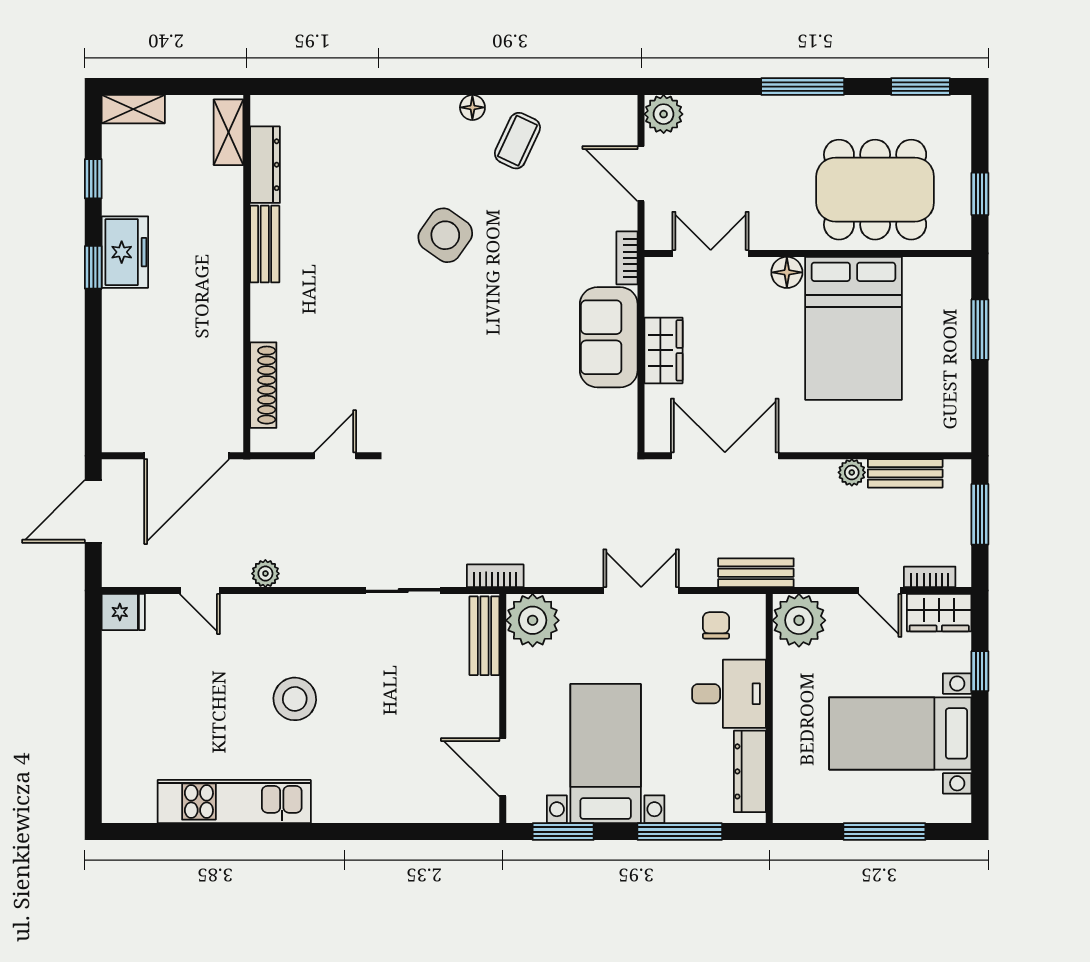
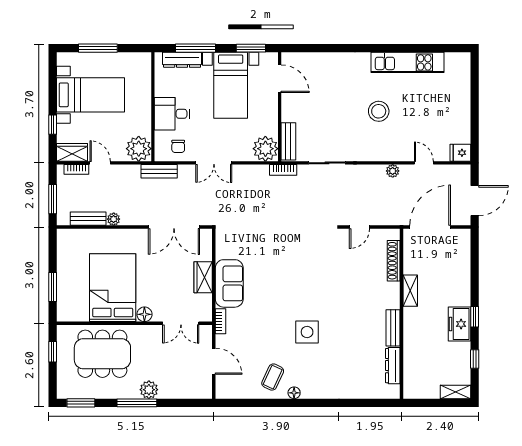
plant: (664, 114) -> (149, 390), moved
shelving: (228, 132) -> (410, 291), moved
side table: (445, 235) -> (307, 332), turned -35
dresser: (750, 771) -> (182, 60), moved, turned 90

